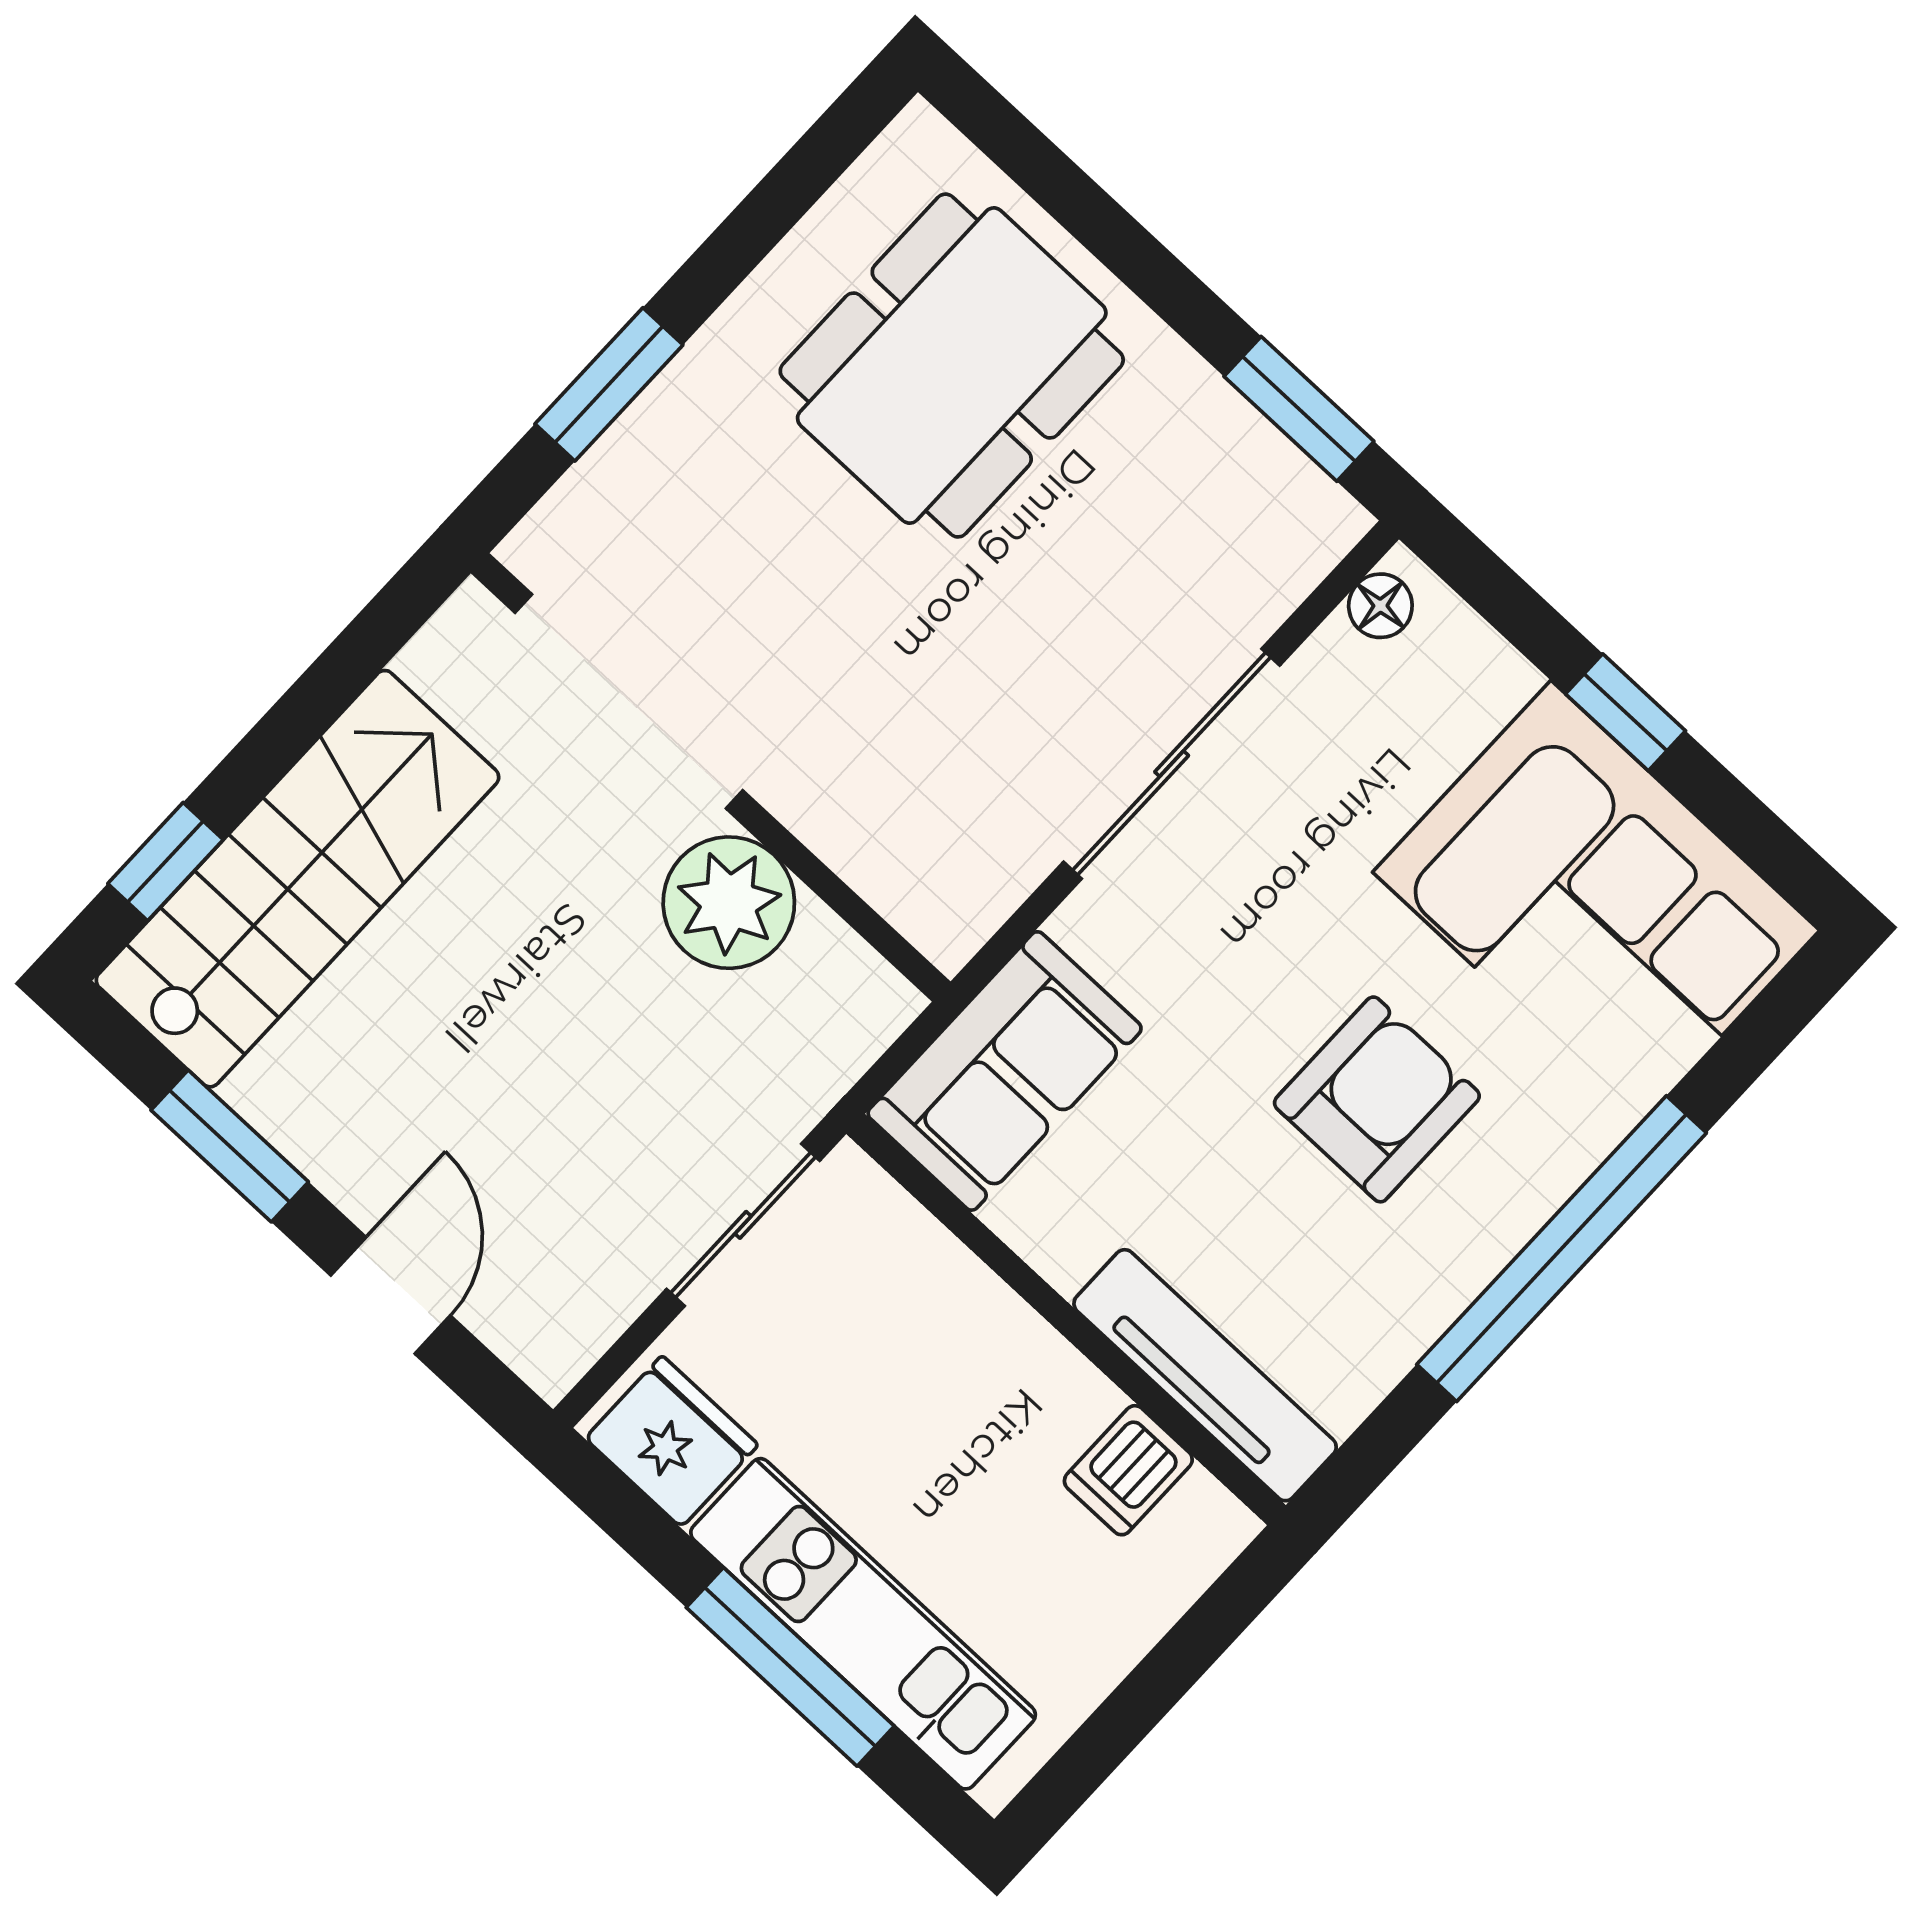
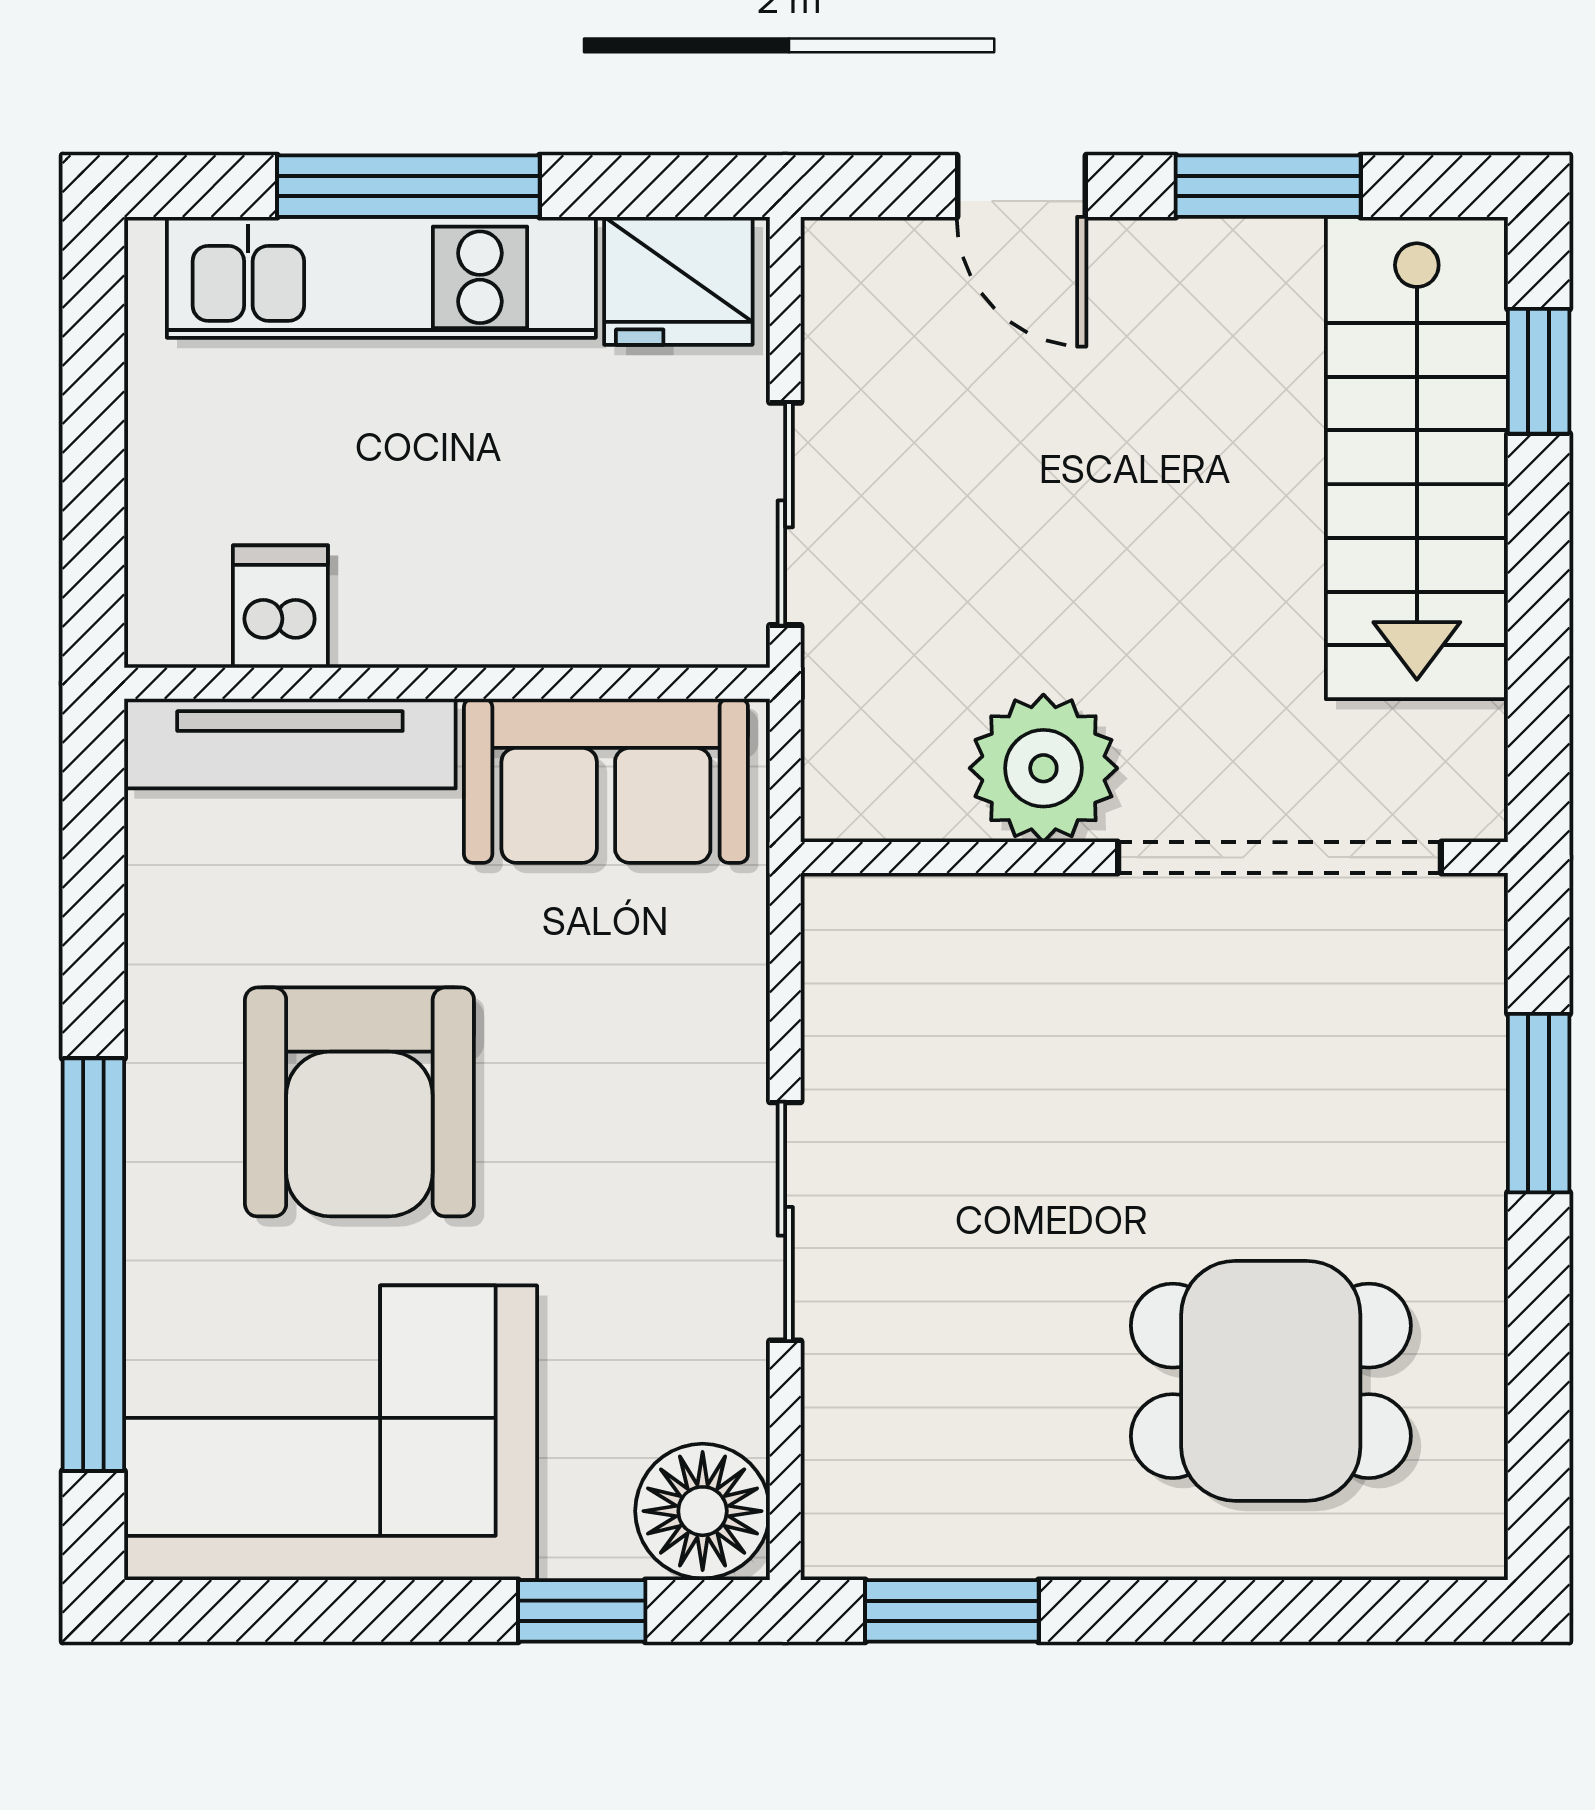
dining table: (952, 366) -> (1271, 1381), width x0.73
floor lamp: (1380, 606) -> (703, 1511), width x1.89, depth x1.89
window: (1626, 712) -> (582, 1611), moved
sliding door: (1172, 764) -> (785, 1221), width x0.73
sofa: (1005, 1071) -> (606, 781), moved, turned -90
armchair: (1377, 1099) -> (359, 1102), width x1.36, depth x1.36
window: (1562, 1249) -> (93, 1265), moved

